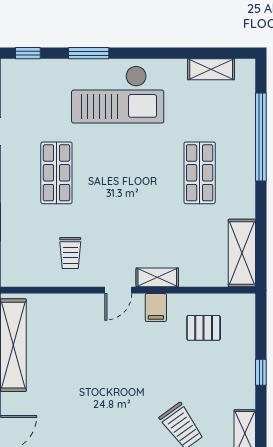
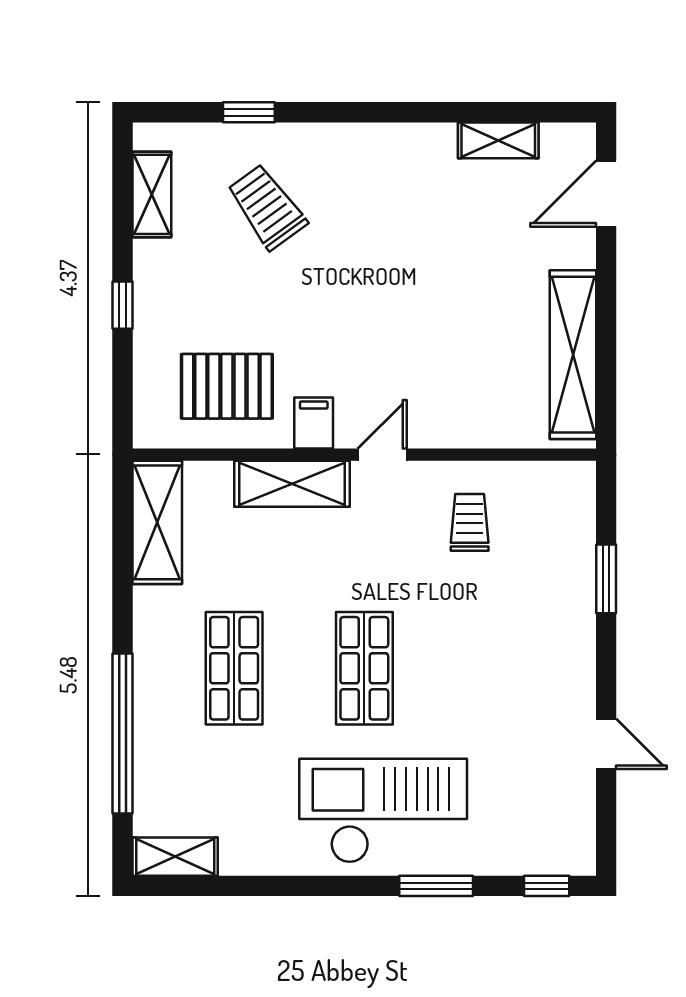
shelving: (211, 69) -> (175, 857), moved
shop shelf: (56, 173) -> (364, 668), moved
shelving: (157, 277) -> (292, 484), width x1.50, depth x1.33
pallet: (204, 328) -> (227, 386), width x1.50, depth x1.42

